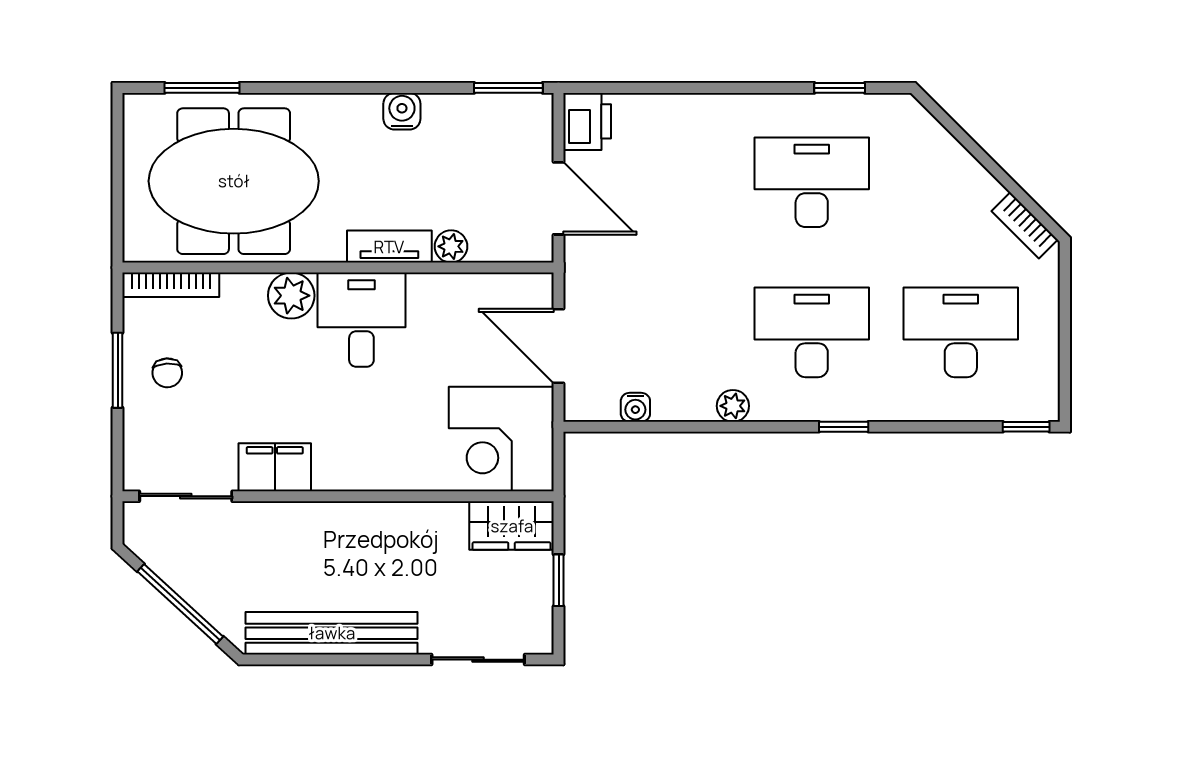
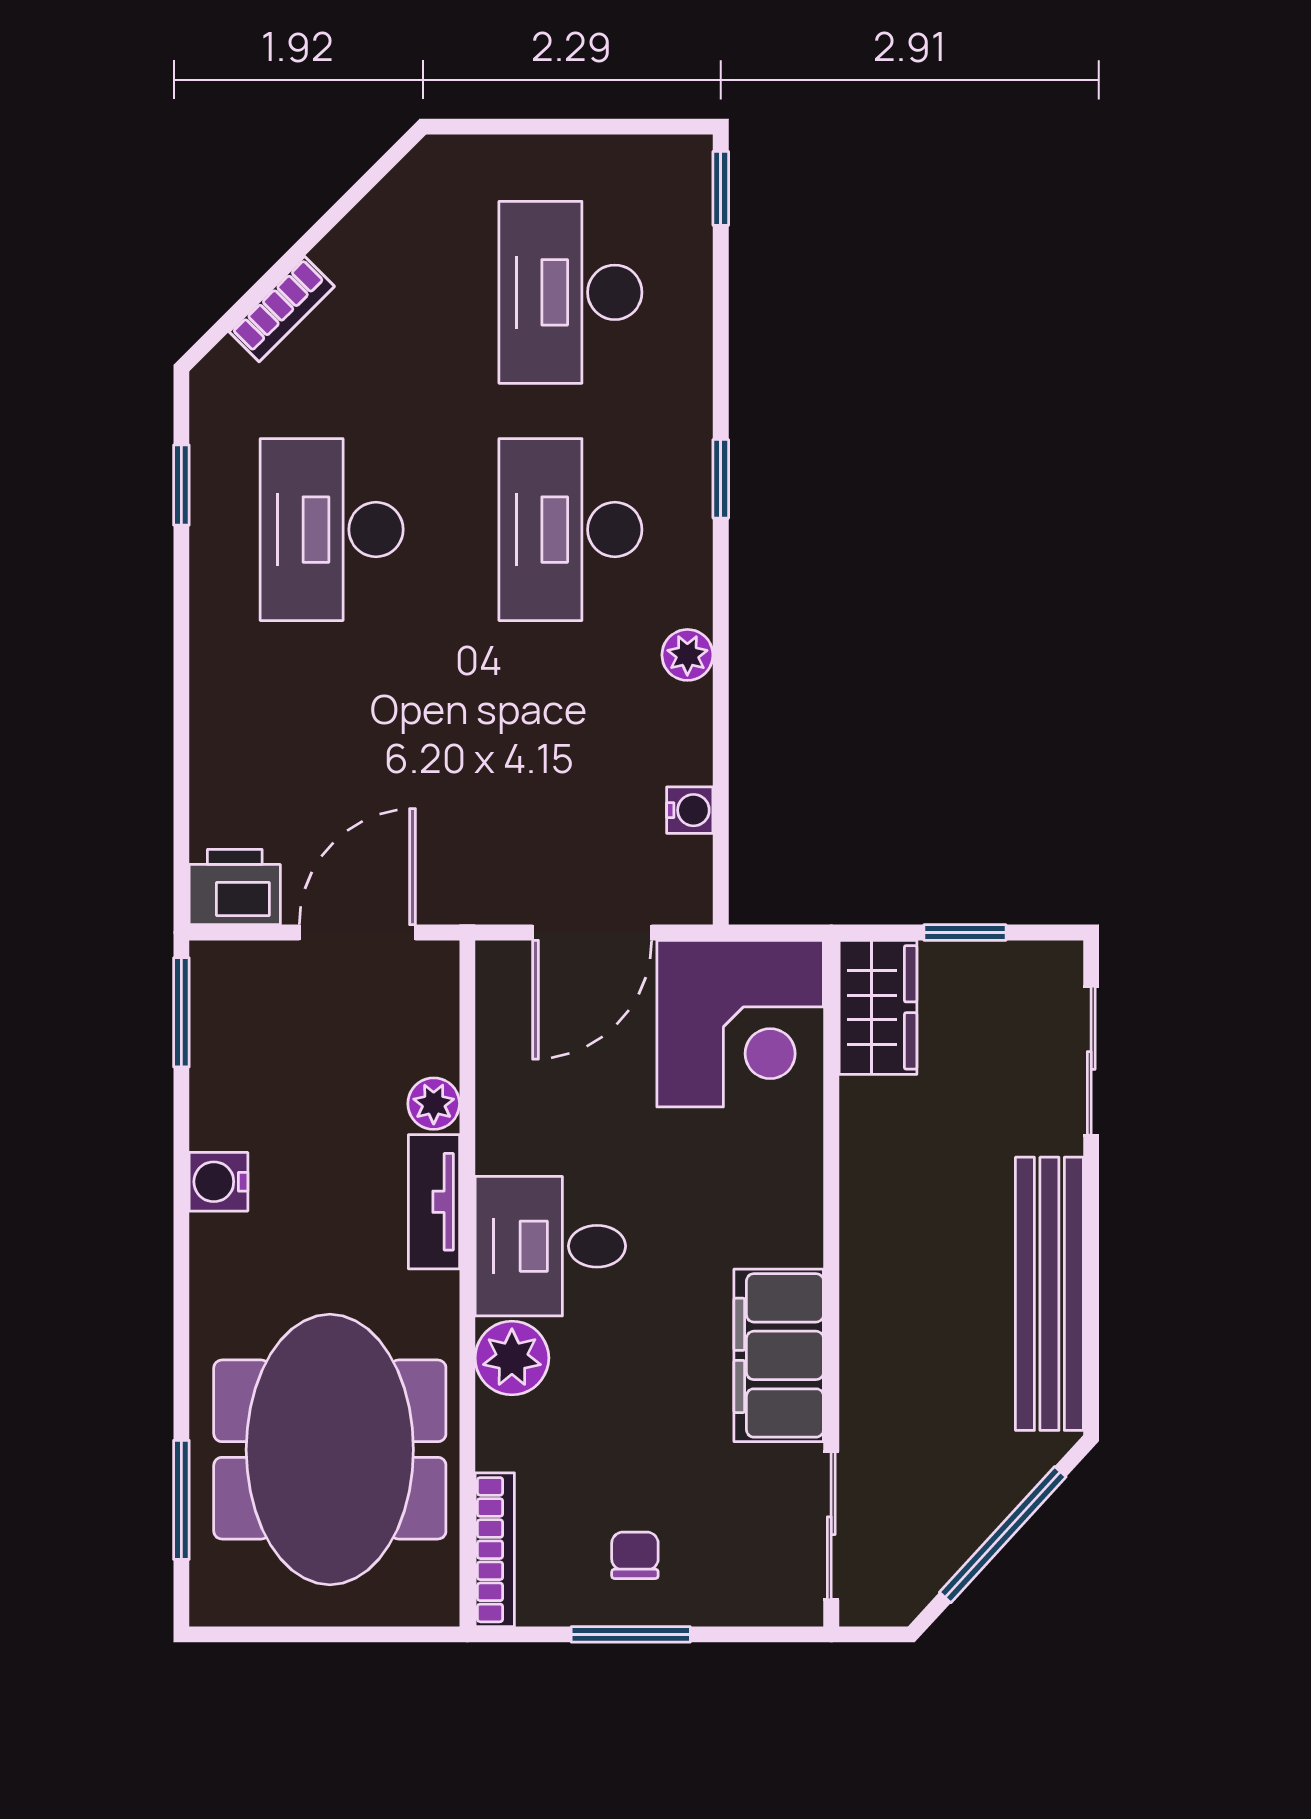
bookcase: (1025, 225) -> (282, 309), moved
chair: (167, 373) -> (635, 1555), turned -87
filing cabinet: (275, 467) -> (779, 1355), width x1.50, depth x1.17

